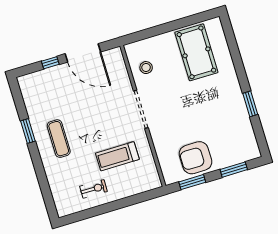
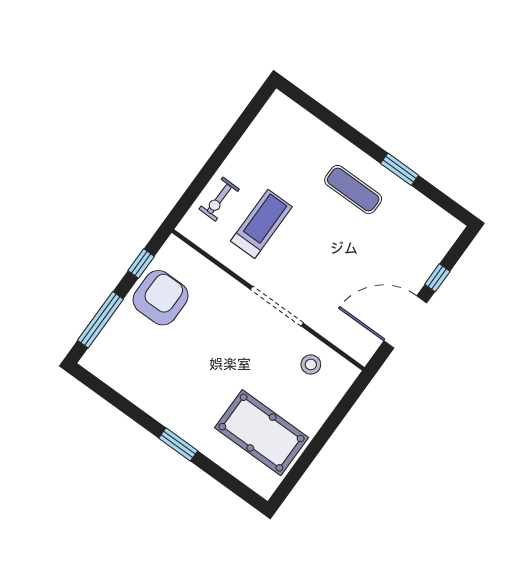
window: (250, 104) -> (178, 444), moved
window: (234, 170) -> (100, 320), width x1.44
window: (192, 182) -> (141, 264), width x0.67
exercise bike: (94, 189) -> (219, 199), moved

